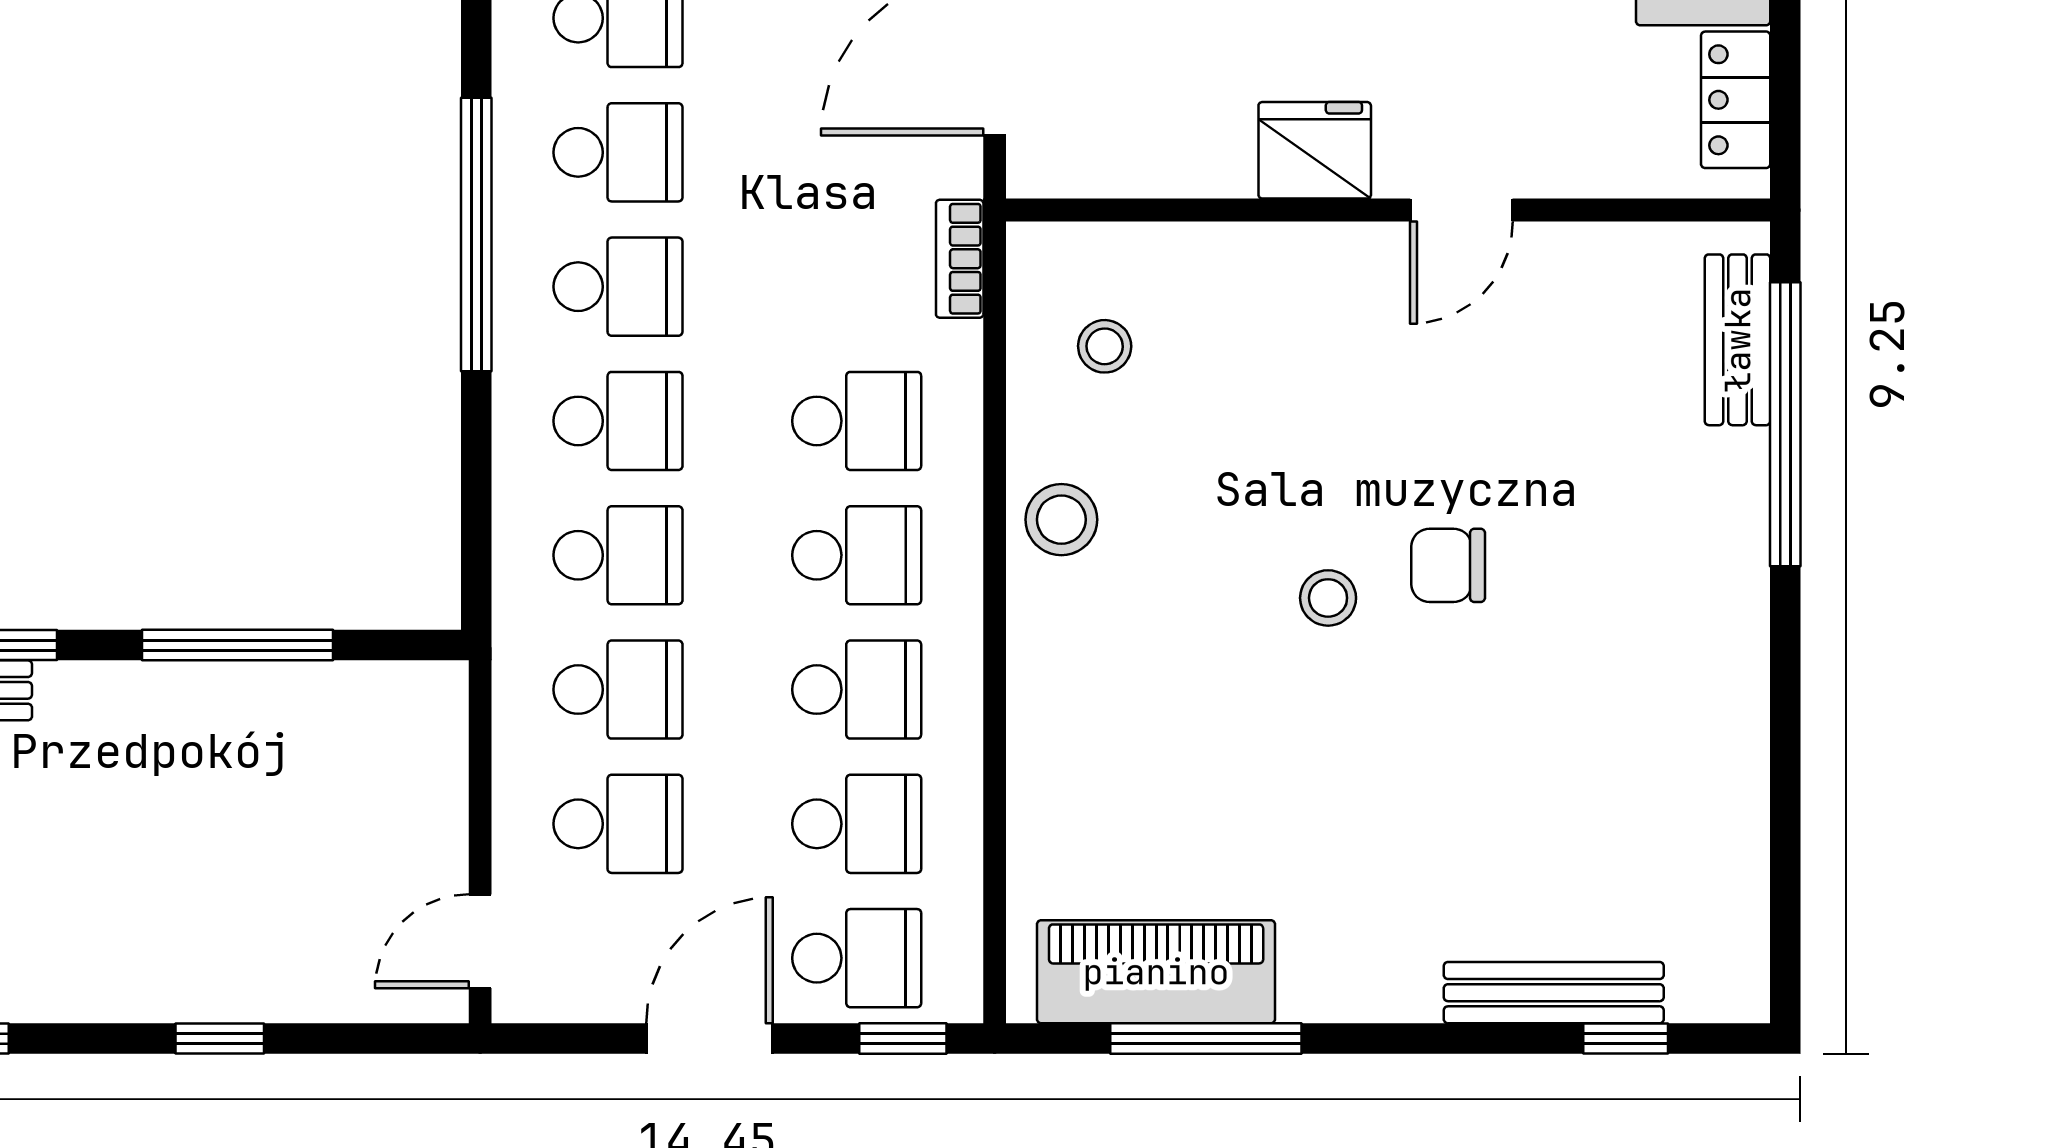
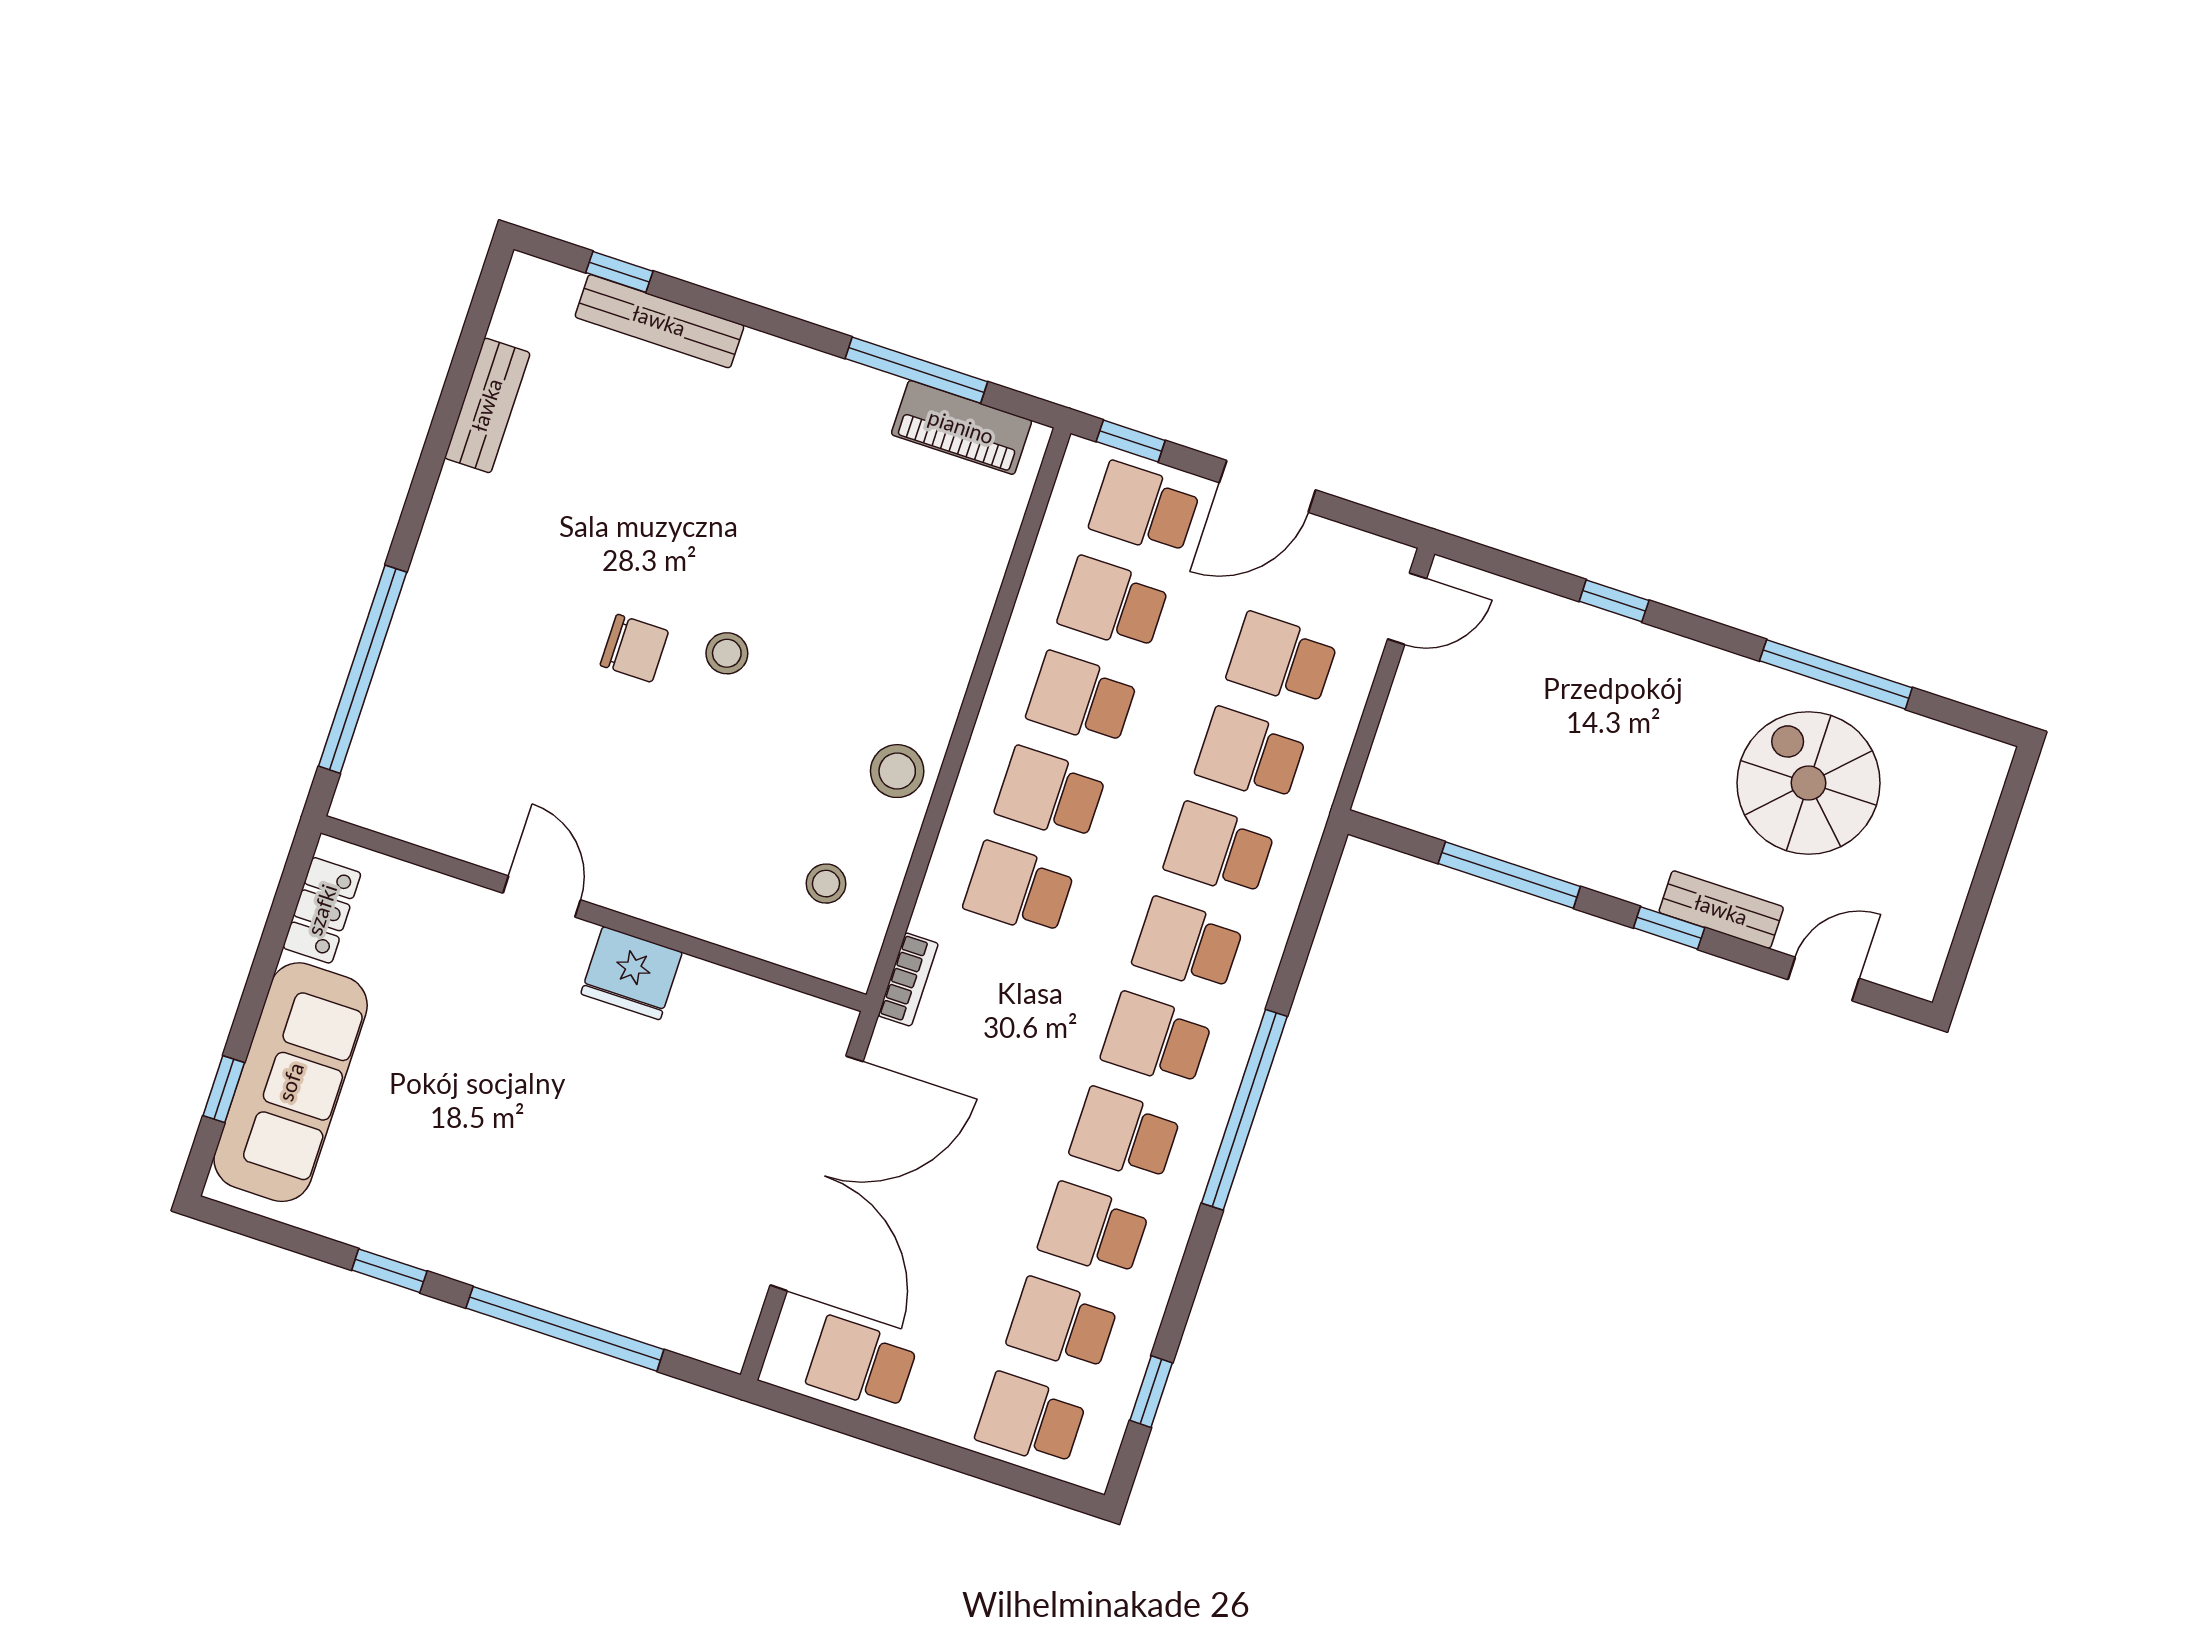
door: (1461, 210) -> (542, 897), hinge flipped
bench: (1738, 340) -> (487, 405), moved
piano: (1156, 972) -> (961, 427), width x0.73, depth x0.75

